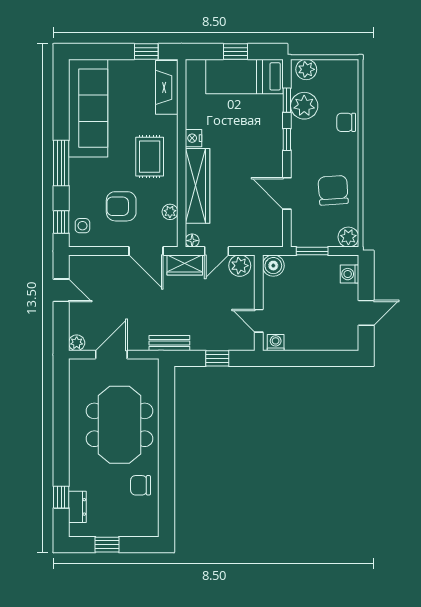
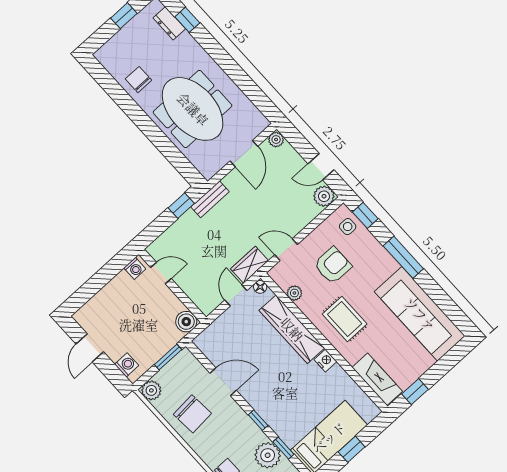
door: (146, 251) -> (286, 250), width x0.73
plant: (240, 266) -> (324, 196), moved
window: (217, 358) -> (181, 206), moved
chair: (141, 485) -> (138, 80), turned -90

